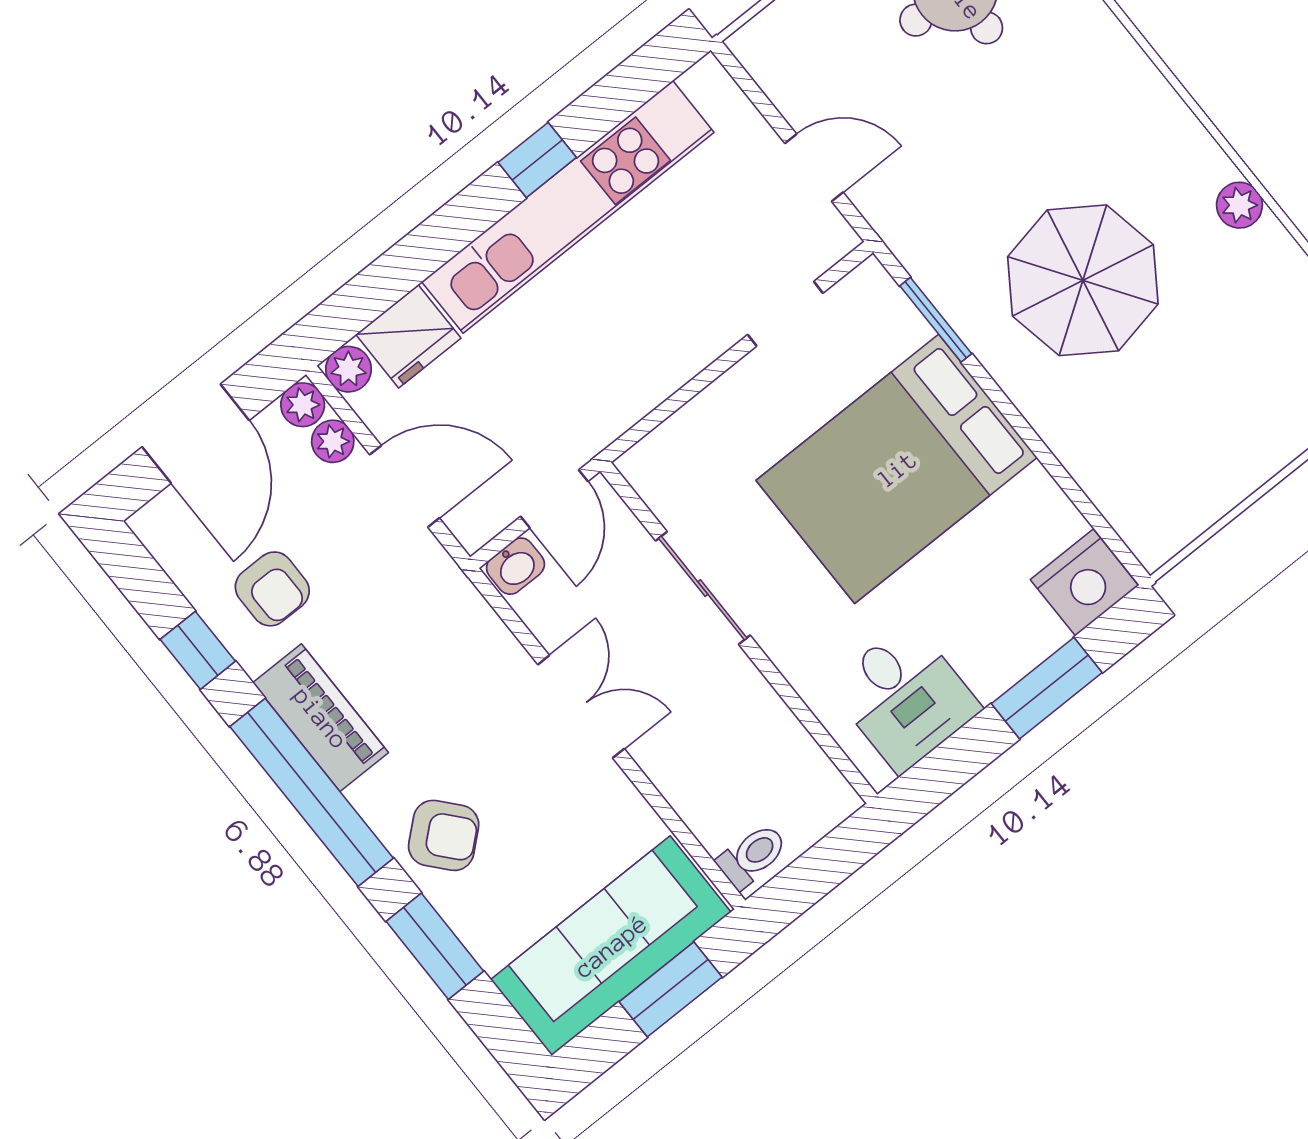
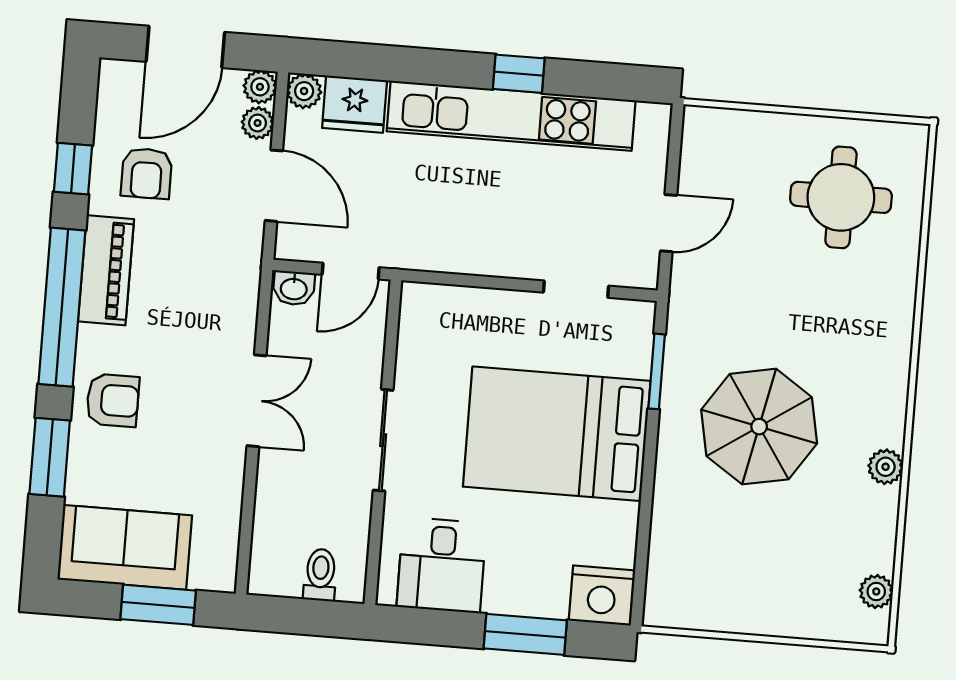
door: (814, 168) -> (669, 223), hinge flipped
sliding door: (703, 588) -> (383, 440), moved
armchair: (444, 835) -> (113, 400), turned -49
toilet: (752, 856) -> (320, 575), moved, turned -90
sofa: (611, 946) -> (125, 547), width x0.73

